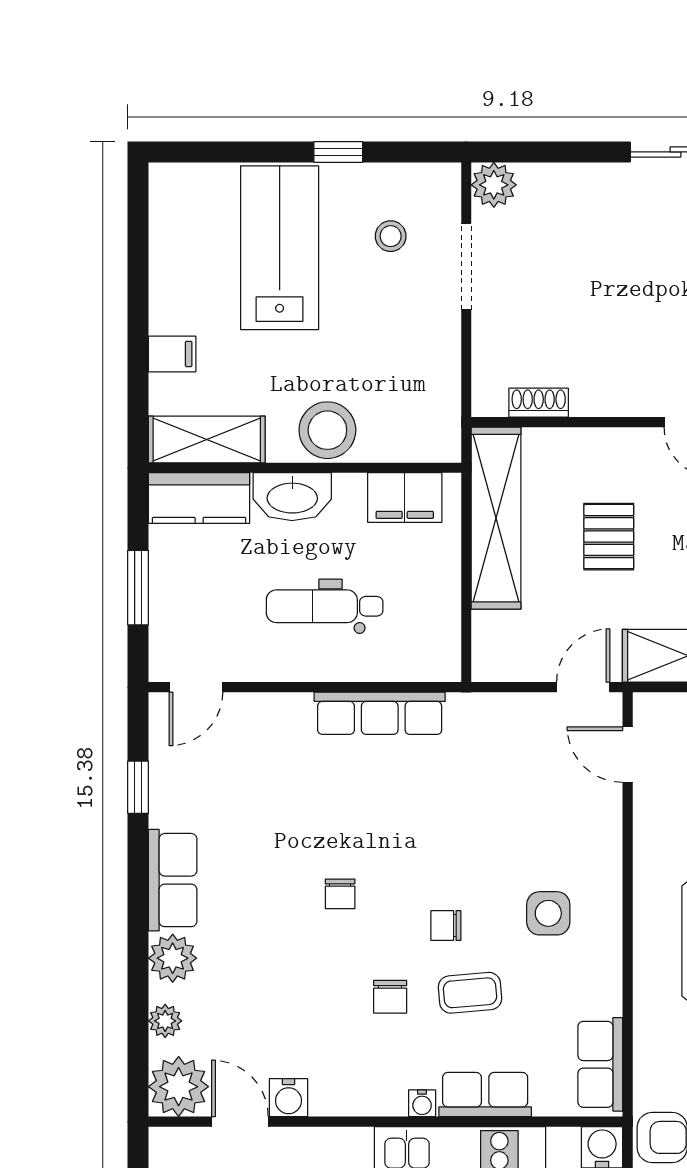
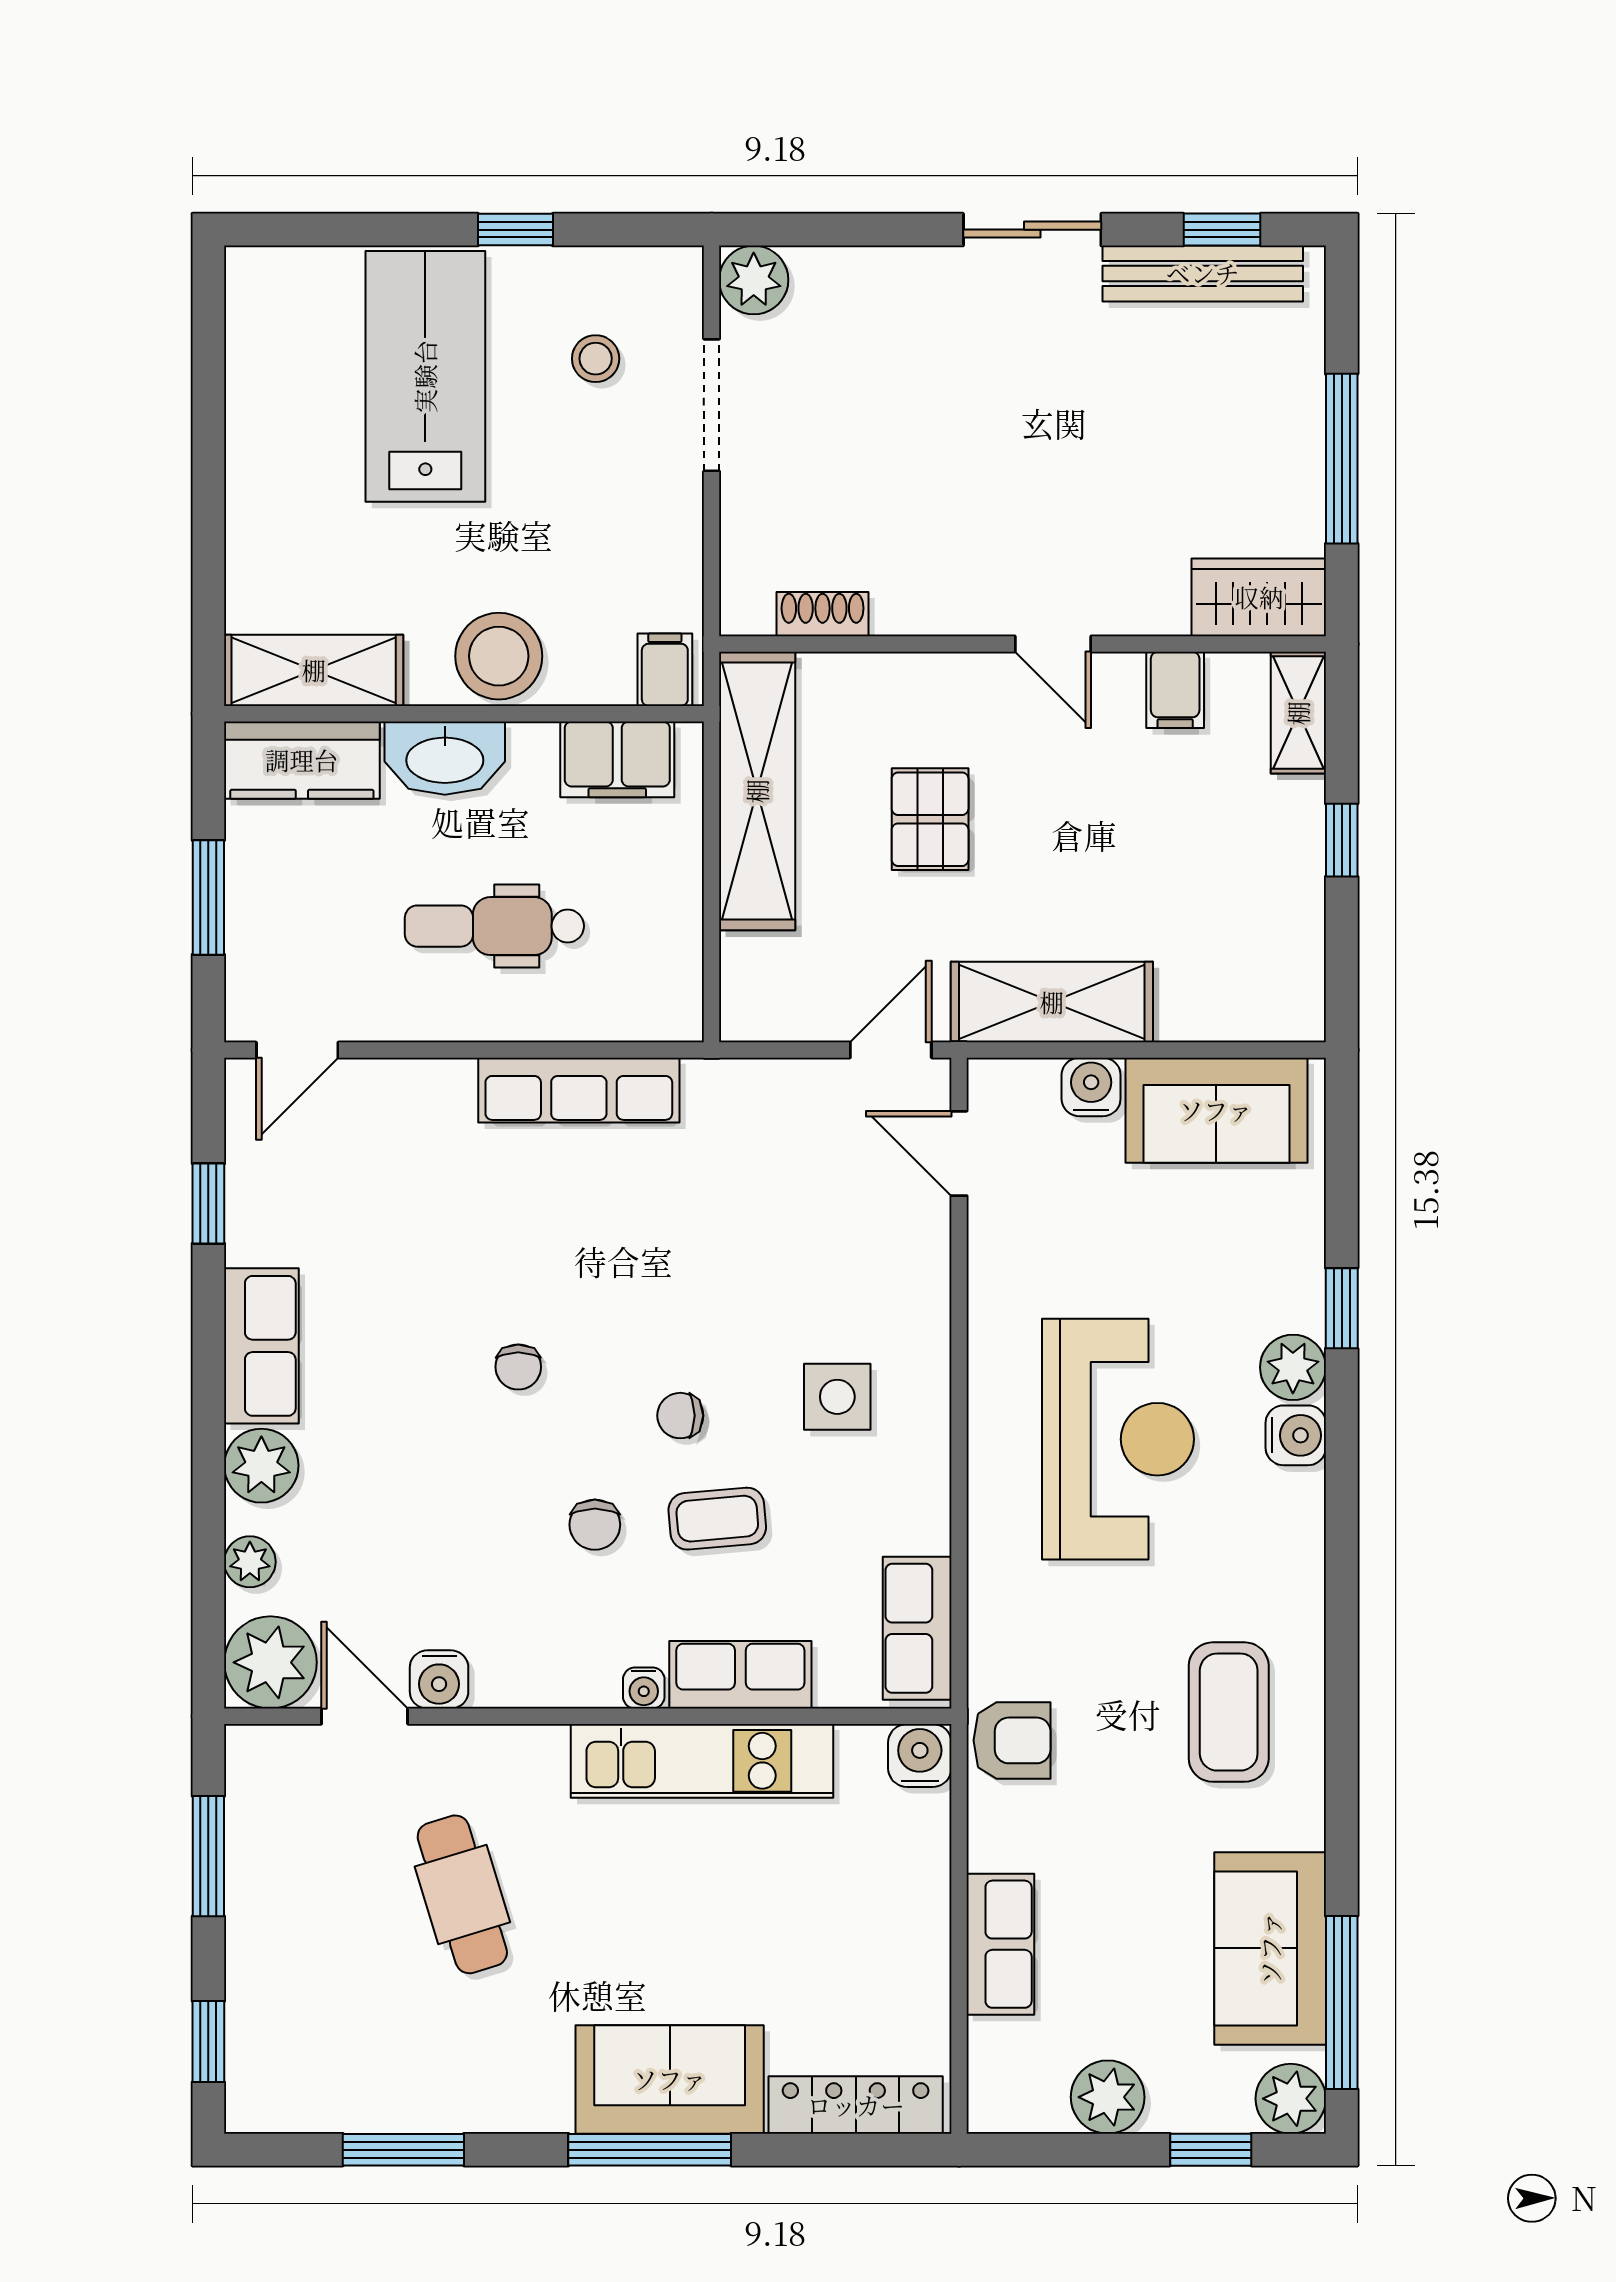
filing cabinet: (172, 354) -> (665, 670), moved, turned -90

